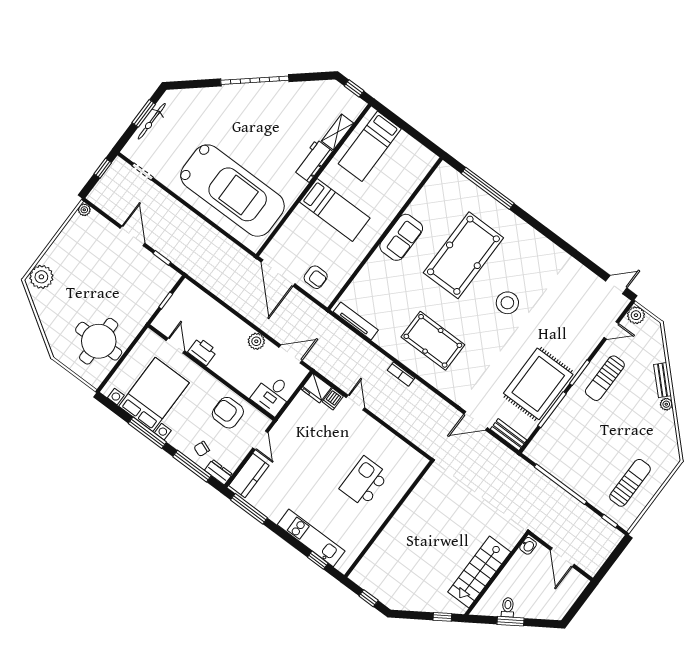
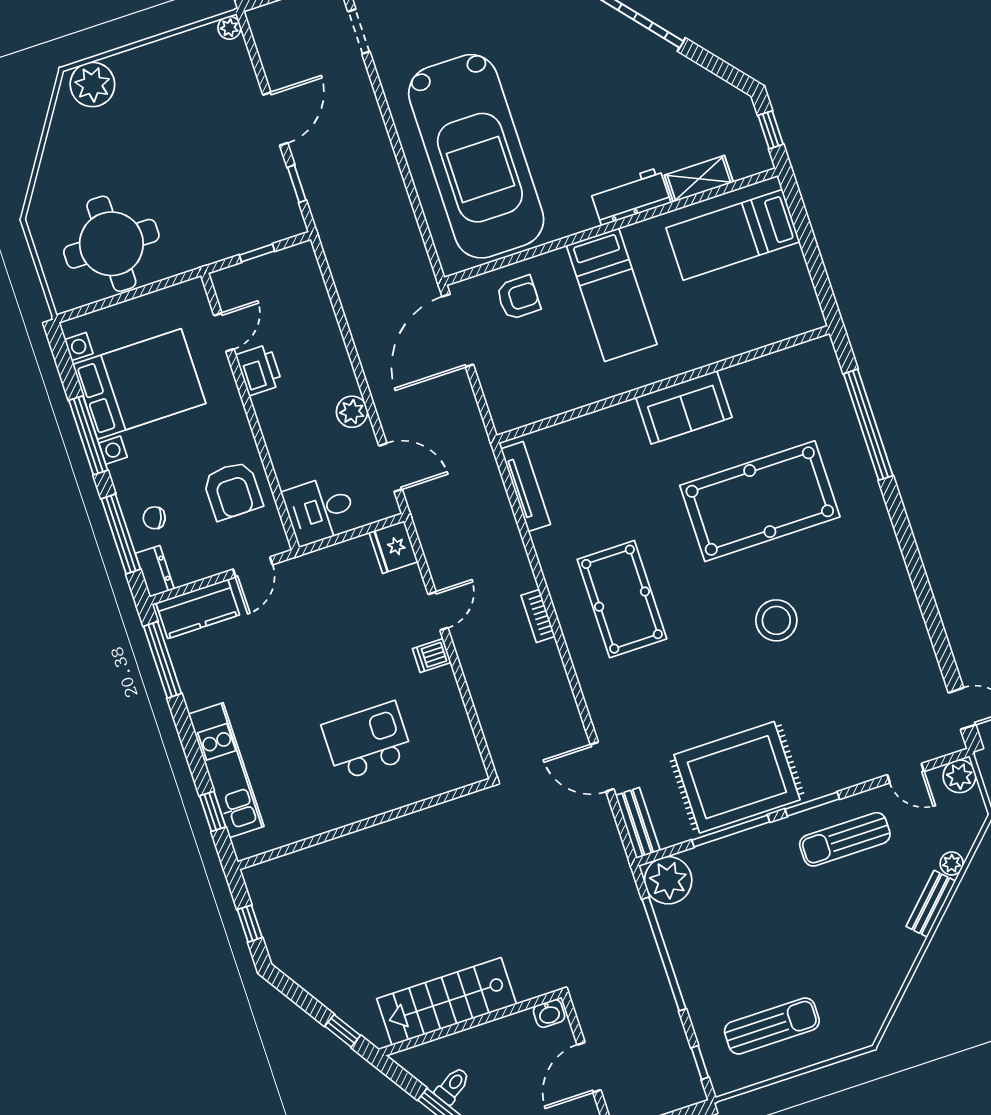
armchair: (316, 277) -> (518, 298), moved, turned -90
dishwasher: (333, 399) -> (432, 656), moved
plant: (666, 404) -> (952, 863), moved
armchair: (228, 413) -> (233, 491), turned 180
plant: (540, 451) -> (668, 880), added

